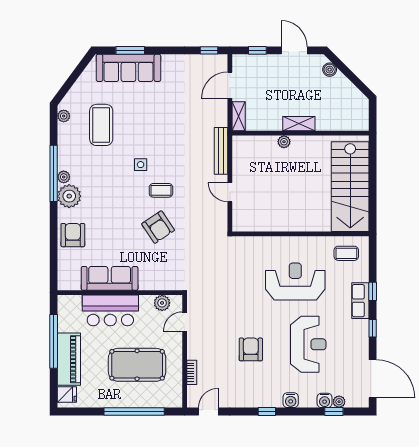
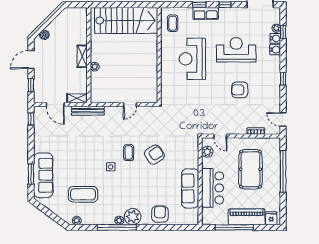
bench: (221, 151) -> (88, 111), moved
armchair: (73, 235) -> (160, 214), turned 90
water cooler: (291, 400) -> (275, 50), moved

